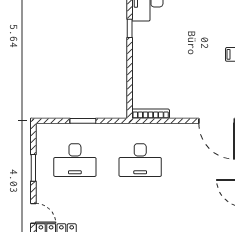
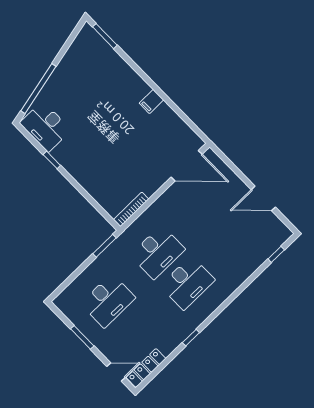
window: (83, 121) -> (104, 246), moved
desk: (140, 200) -> (187, 283), added

